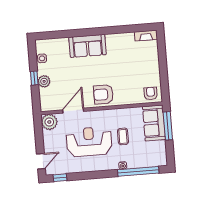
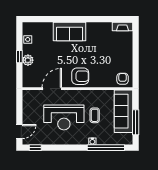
armchair: (103, 94) -> (80, 76), turned 180
plant: (49, 122) -> (30, 97), removed
sofa: (154, 123) -> (123, 111), width x1.36
window: (168, 126) -> (136, 122), moved
reception desk: (89, 142) -> (64, 117), turned 180

